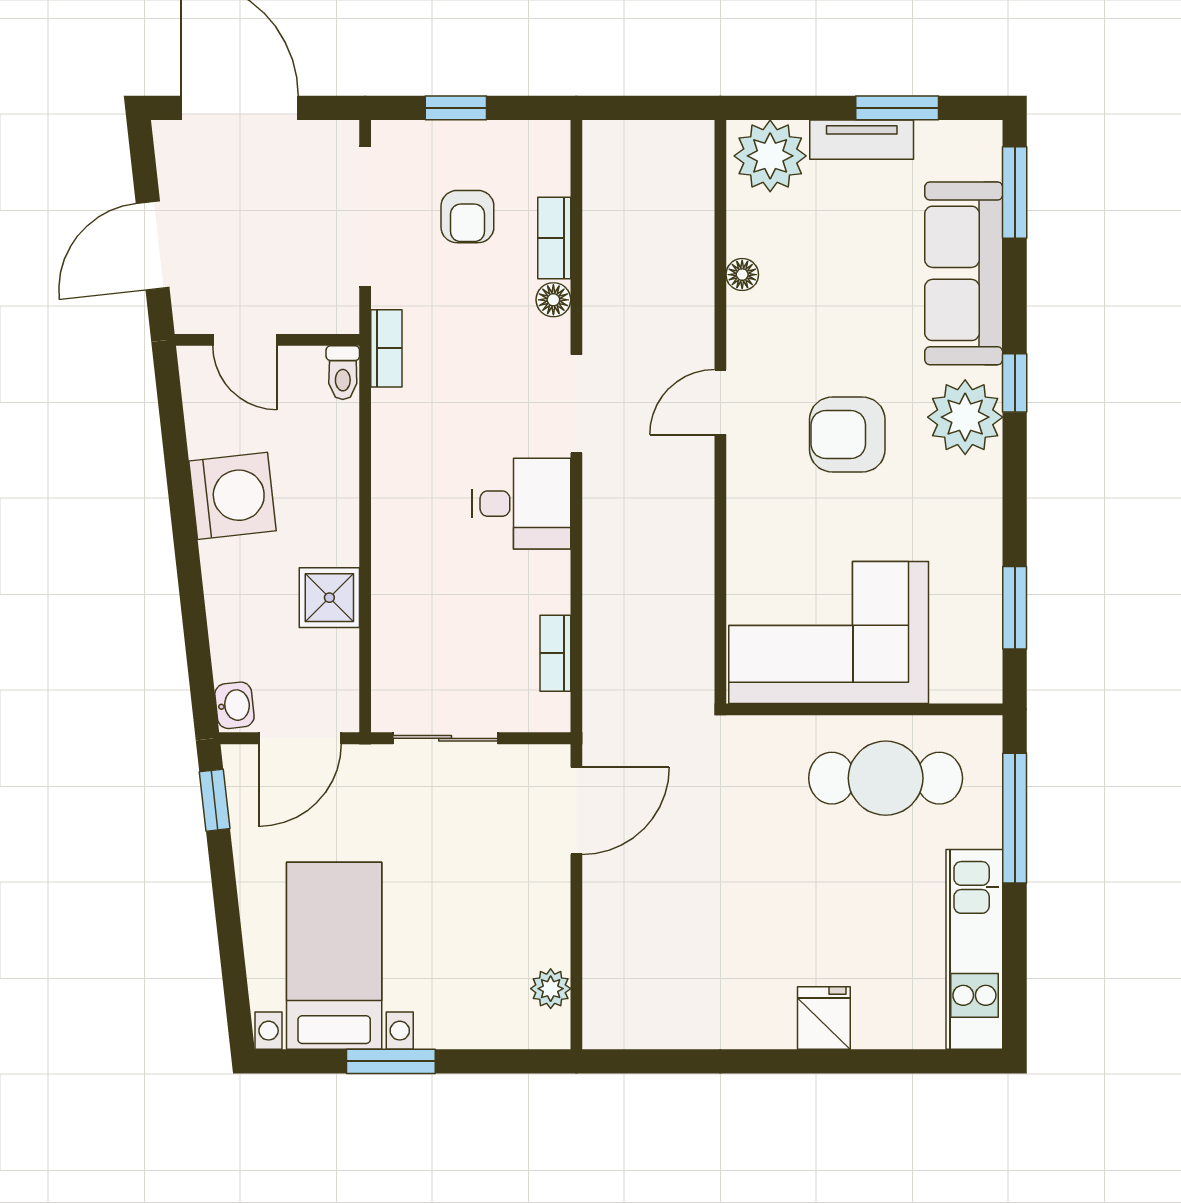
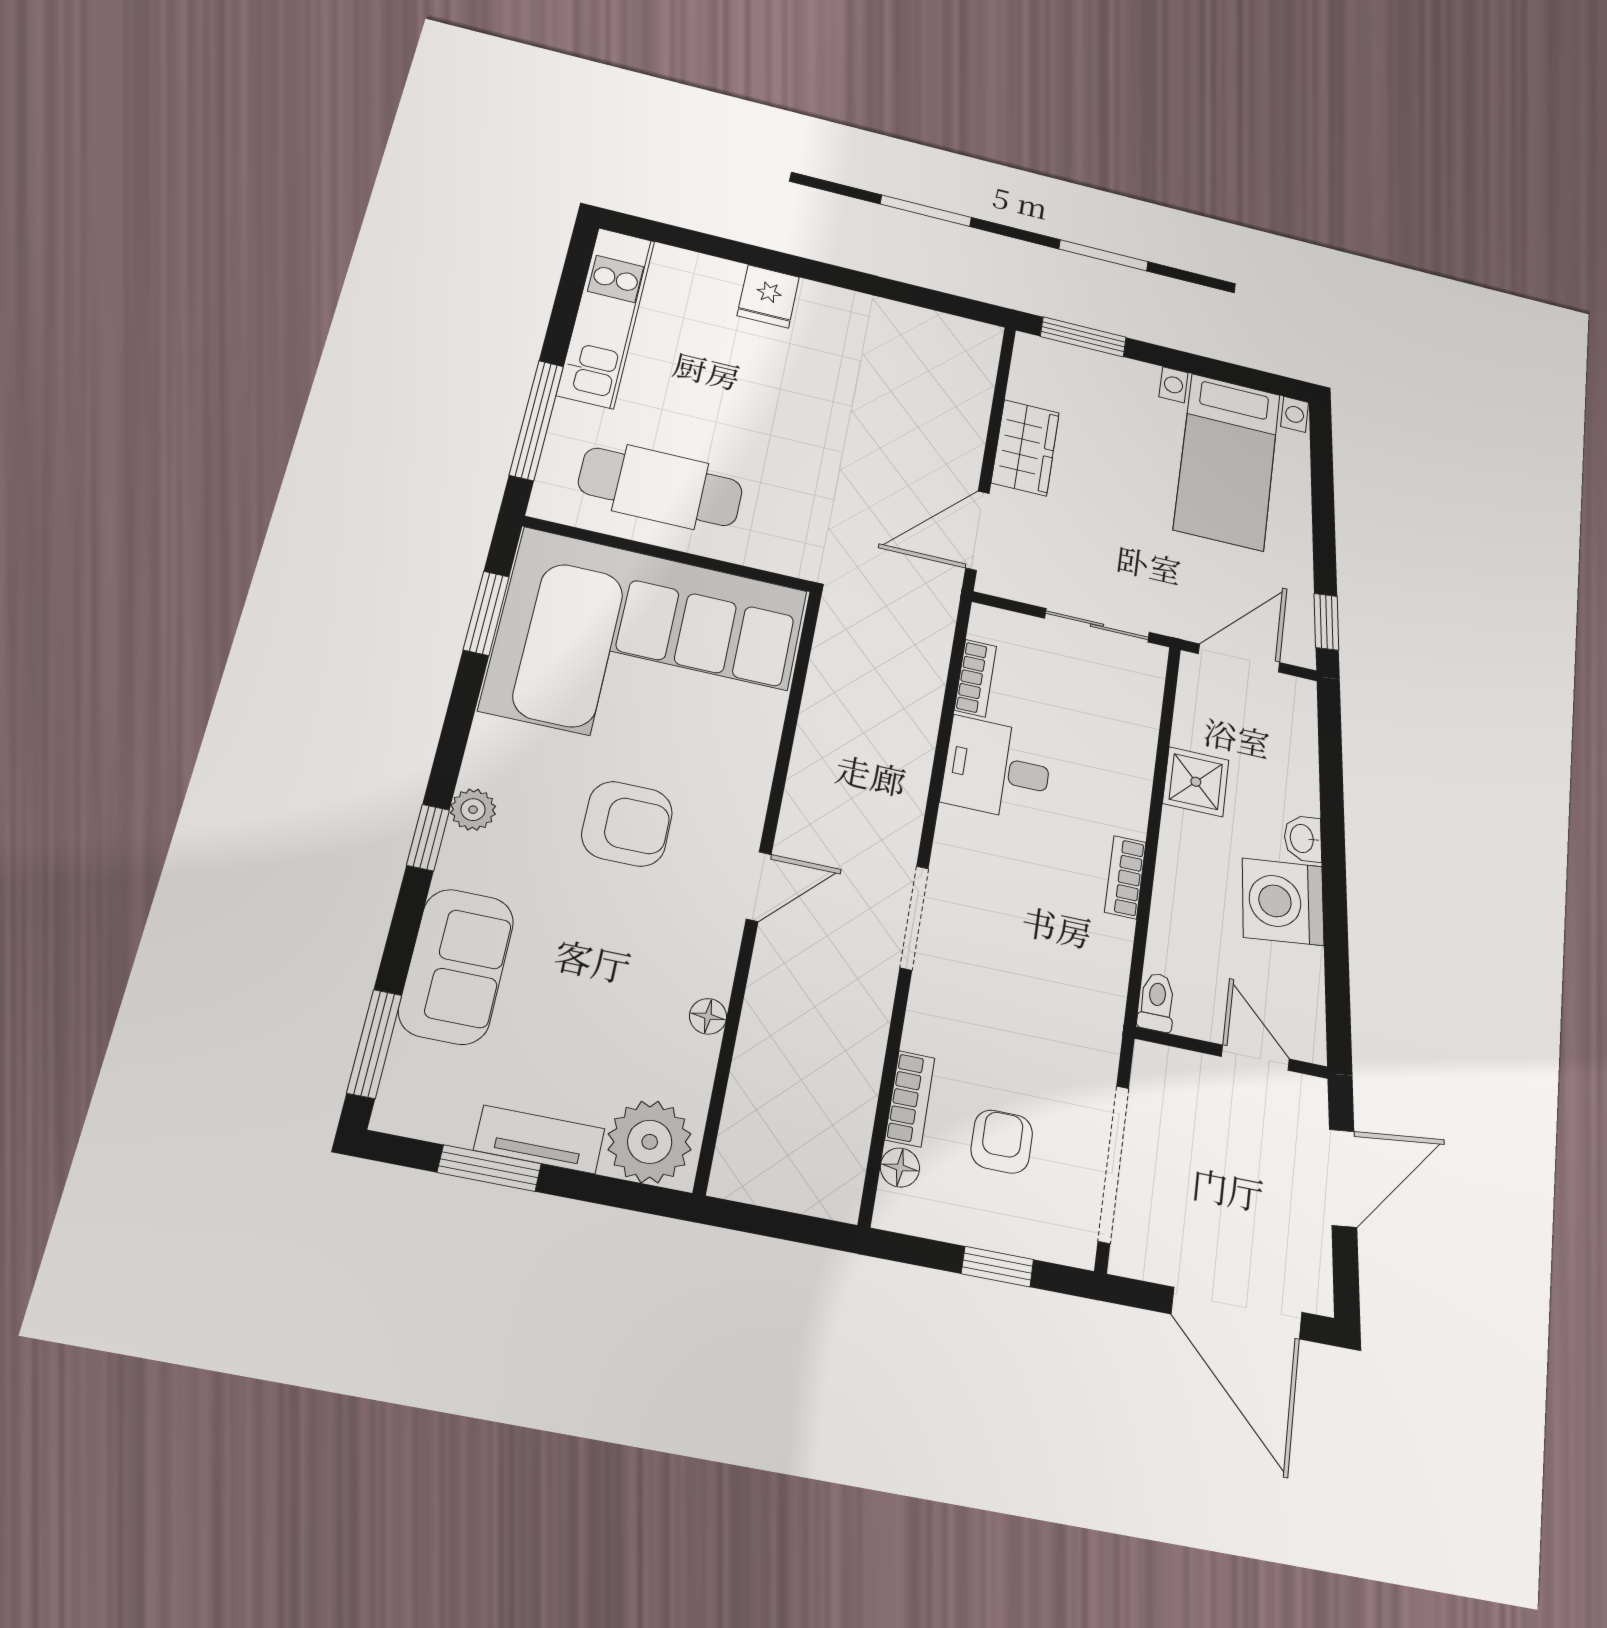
sofa: (964, 273) -> (456, 966), width x0.73
floor lamp: (553, 300) -> (900, 1167), moved
bookcase: (386, 348) -> (1125, 877), moved
plant: (965, 417) -> (473, 810), width x0.53, depth x0.53
desk: (521, 504) -> (997, 769), moved
corner sofa: (829, 633) -> (646, 650), width x1.36, depth x1.36
washbasin: (234, 705) -> (1303, 839), moved
wardrobe: (542, 916) -> (1025, 448), added
plant: (551, 989) -> (1027, 385), removed
window: (391, 1061) -> (1083, 337), moved

